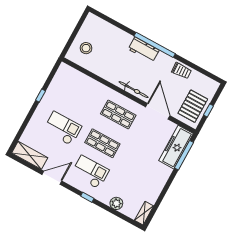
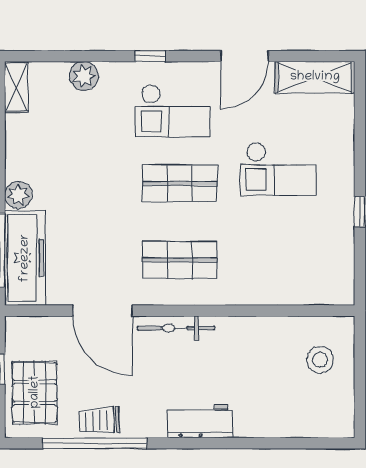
window: (155, 45) -> (95, 443), moved
pallet: (193, 106) -> (35, 392), moved
plant: (166, 172) -> (18, 195), added

